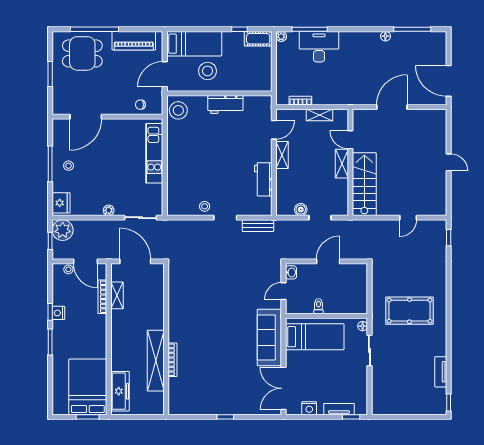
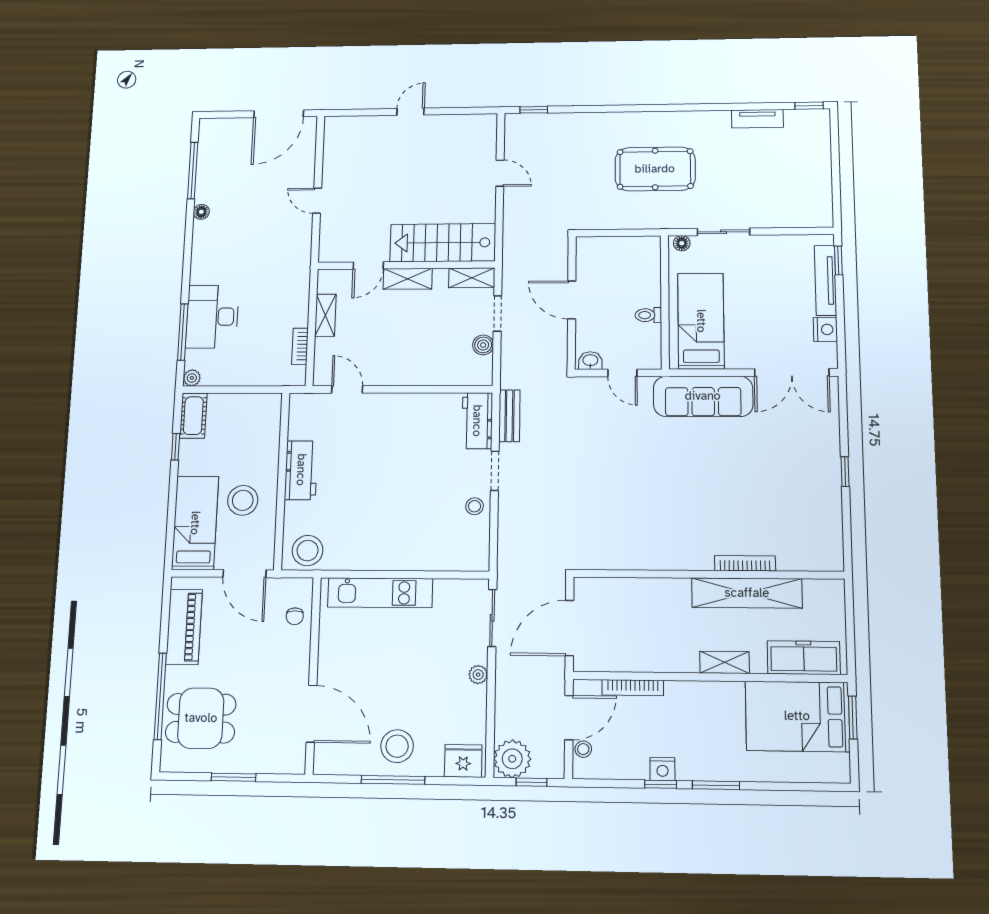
dining table: (82, 53) -> (201, 718), turned 90
door: (392, 107) -> (317, 201), width x0.53
shelving: (282, 155) -> (472, 278), moved
stool: (69, 166) -> (397, 746), width x1.89, depth x1.89
workbench: (263, 179) -> (477, 421), moved, turned 90
shelving: (117, 295) -> (725, 662), moved
pool table: (409, 311) -> (655, 169), turned 90
tv unit: (339, 409) -> (825, 280), width x1.41

